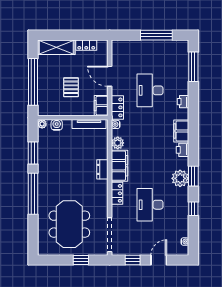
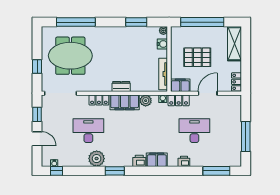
locker: (86, 45) -> (236, 82), moved
pallet: (71, 87) -> (197, 57), width x1.50, depth x1.42
plant: (180, 178) -> (97, 159), moved
window: (33, 194) -> (76, 22), moved
window: (193, 209) -> (57, 171), moved

